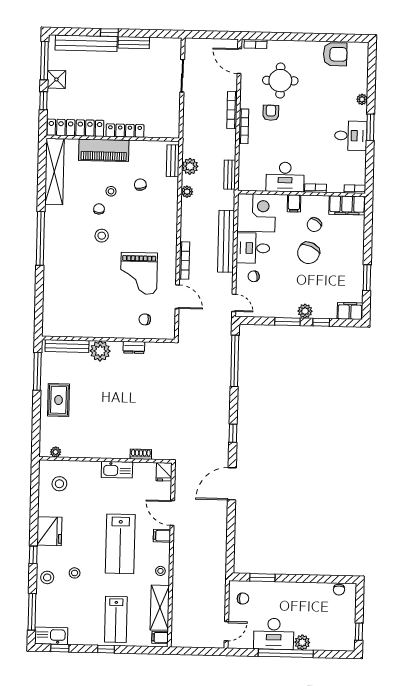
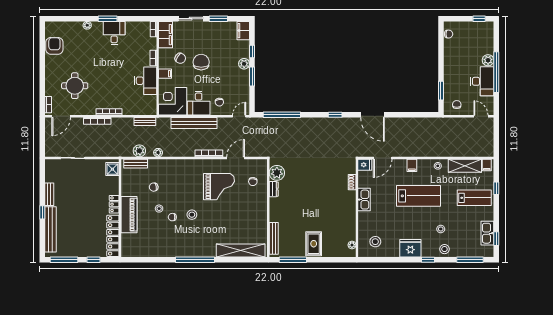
shower: (56, 79) -> (112, 169), moved
armchair: (271, 113) -> (99, 92), removed
locker: (125, 131) -> (114, 204), width x0.66
shelving: (54, 172) -> (241, 251), moved
sliding door: (368, 240) -> (191, 19), added
chair: (309, 253) -> (201, 62), turned -114
plant: (100, 351) -> (277, 173), moved
rug: (59, 400) -> (314, 244), turned 90
door: (172, 513) -> (383, 158), moved
kitchen sink: (51, 636) -> (487, 233), moved
window: (106, 649) -> (496, 188), moved

